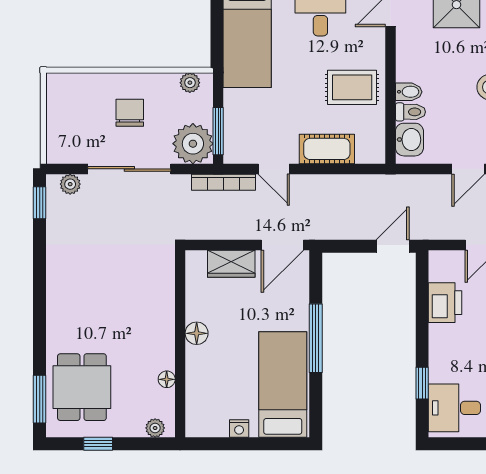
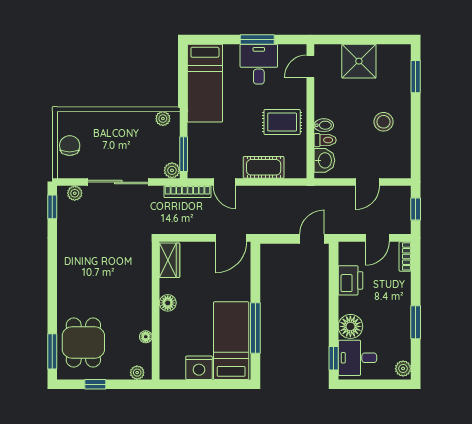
chair: (130, 113) -> (70, 146), moved
plant: (193, 144) -> (172, 170), width x0.53, depth x0.53
wardrobe: (231, 264) -> (169, 260), moved, turned -90
window: (316, 338) -> (255, 328), moved
floor lamp: (445, 365) -> (350, 326), added
window: (422, 383) -> (334, 358), moved
nightstand: (239, 429) -> (199, 368), width x1.89, depth x1.79

